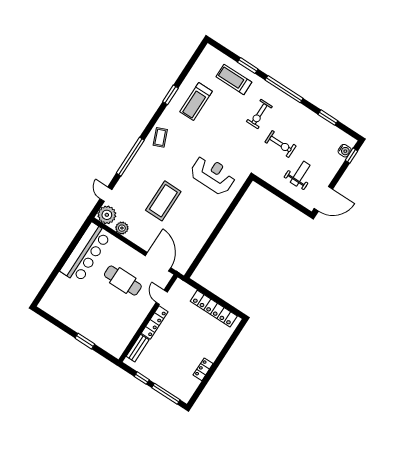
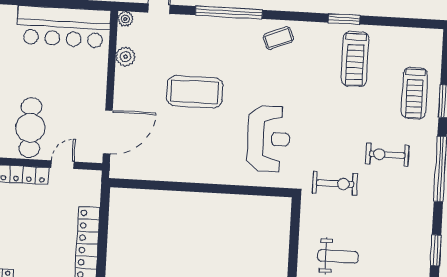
treadmill: (234, 79) -> (414, 93), turned 180
treadmill: (196, 101) -> (355, 59), turned -90
exercise bike: (280, 144) -> (335, 184), moved, turned -90
plant: (107, 215) -> (125, 19), width x0.53, depth x0.53
cafe table: (123, 281) -> (30, 128), moved

